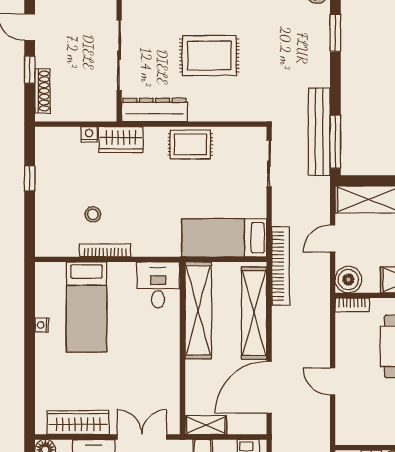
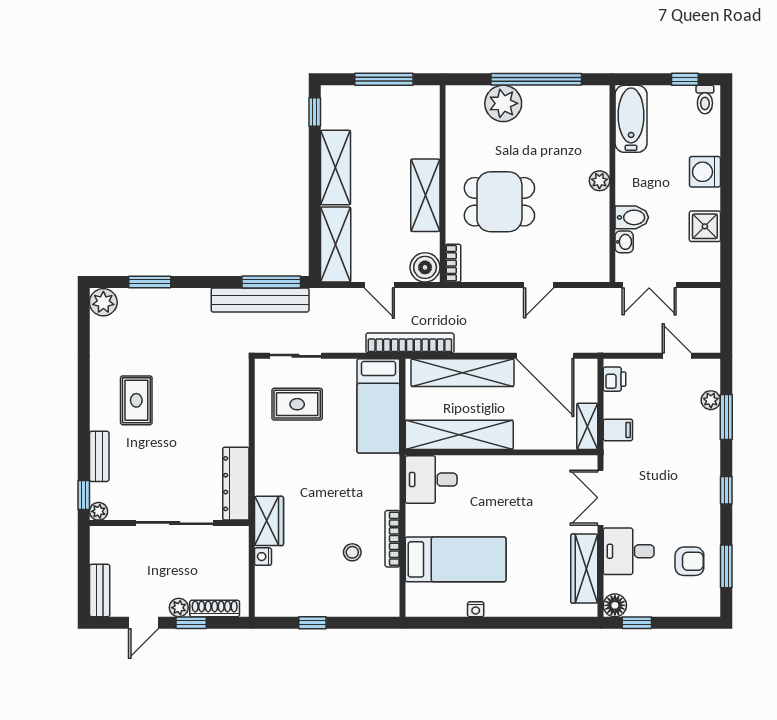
rug: (209, 55) -> (136, 400), moved, width x0.73, depth x0.70
plant: (43, 59) -> (179, 608), added
rug: (190, 144) -> (297, 404), moved, turned 90

